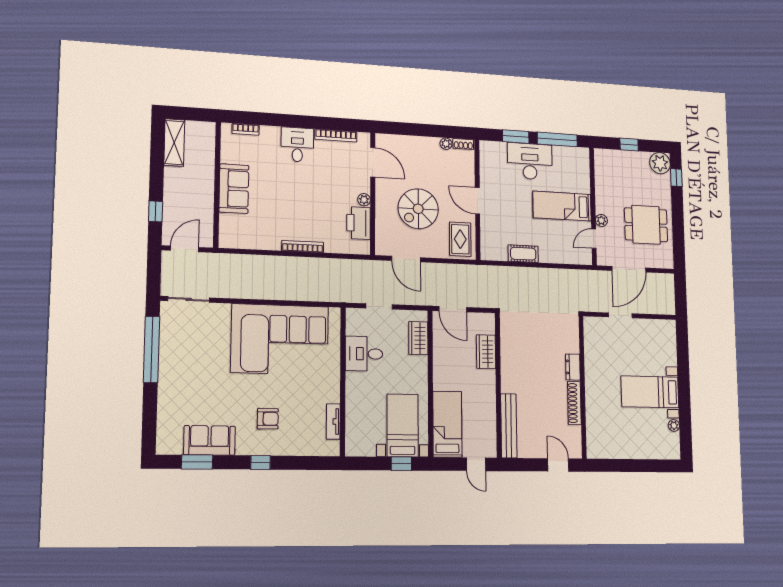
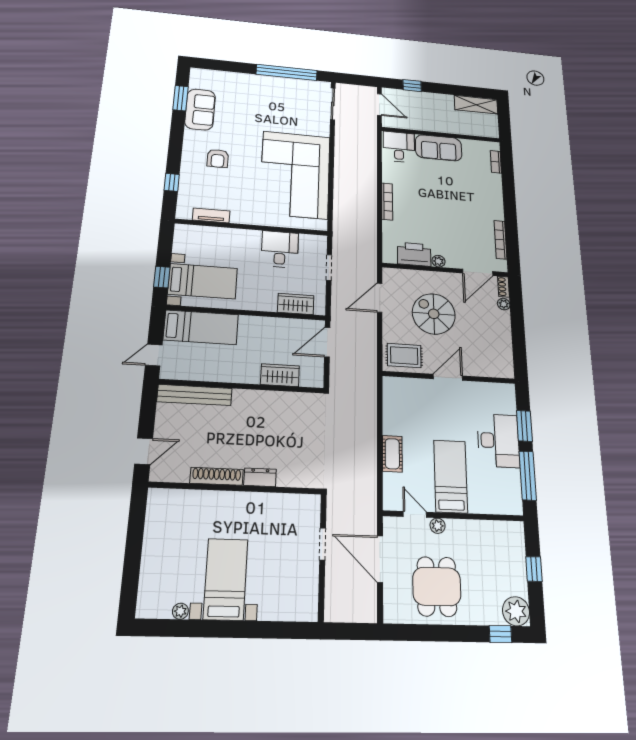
plant: (446, 144) -> (504, 304), moved
shoe rack: (463, 144) -> (503, 287), moved
desk: (297, 145) -> (399, 147), moved, turned -90
cot: (523, 254) -> (392, 454), moved
window: (261, 463) -> (172, 182), moved

